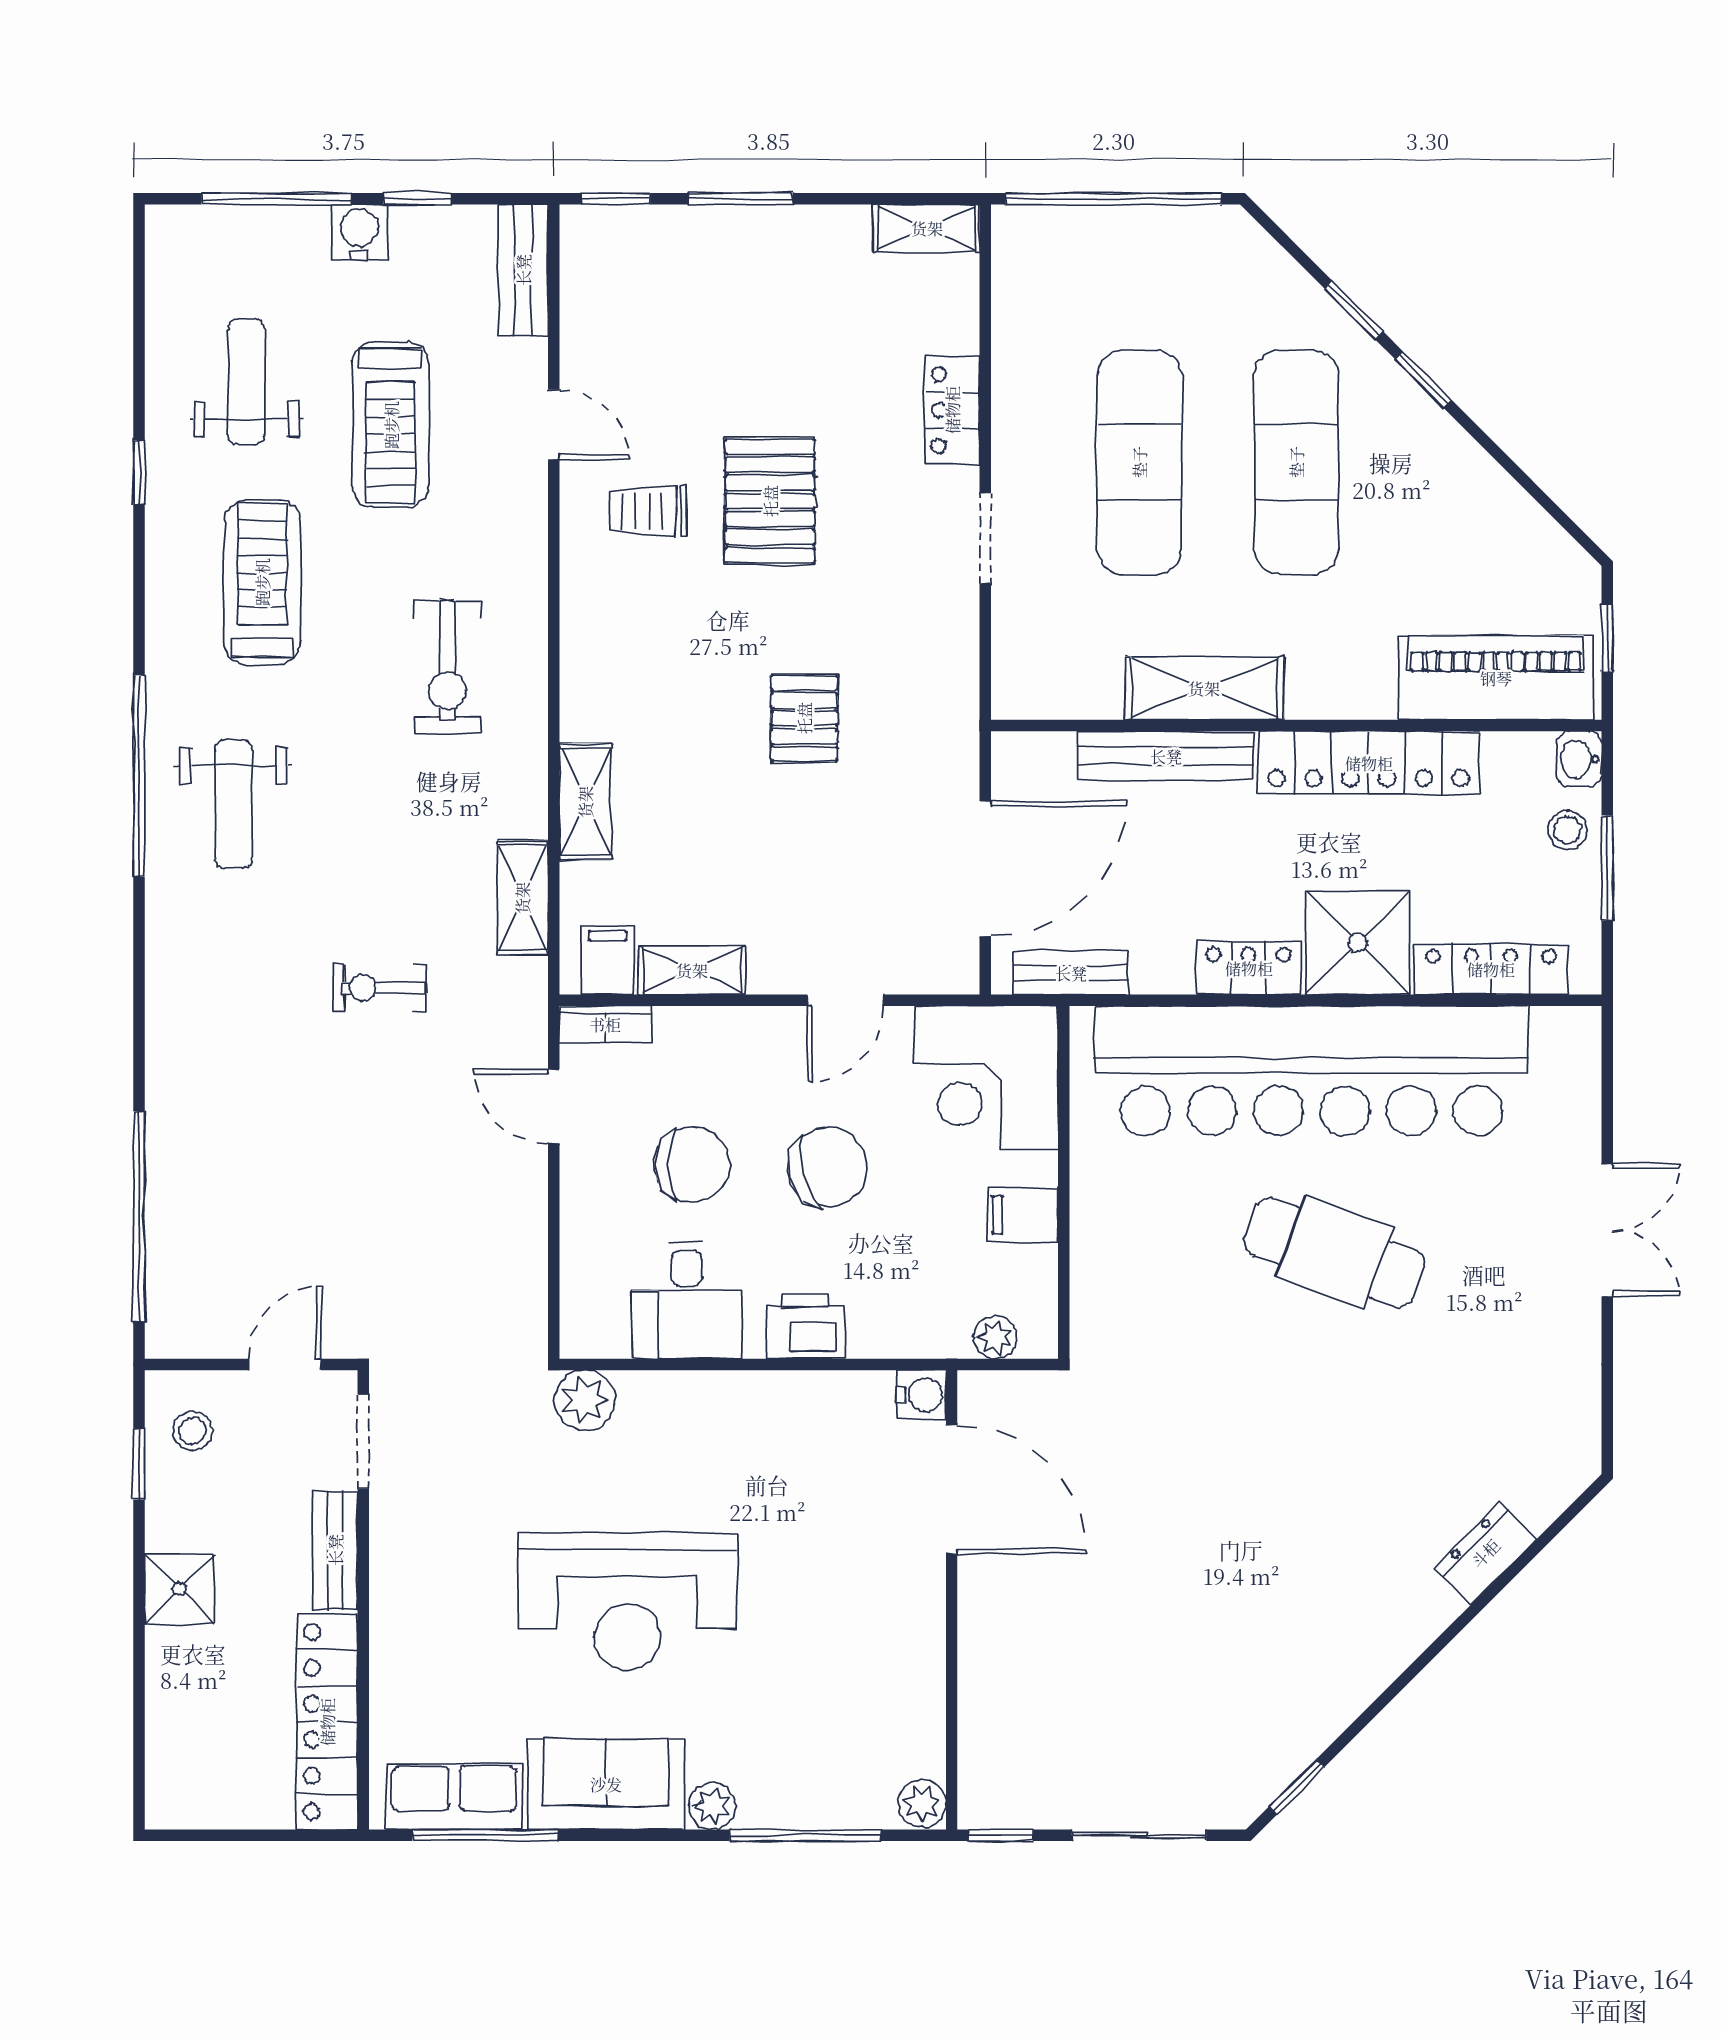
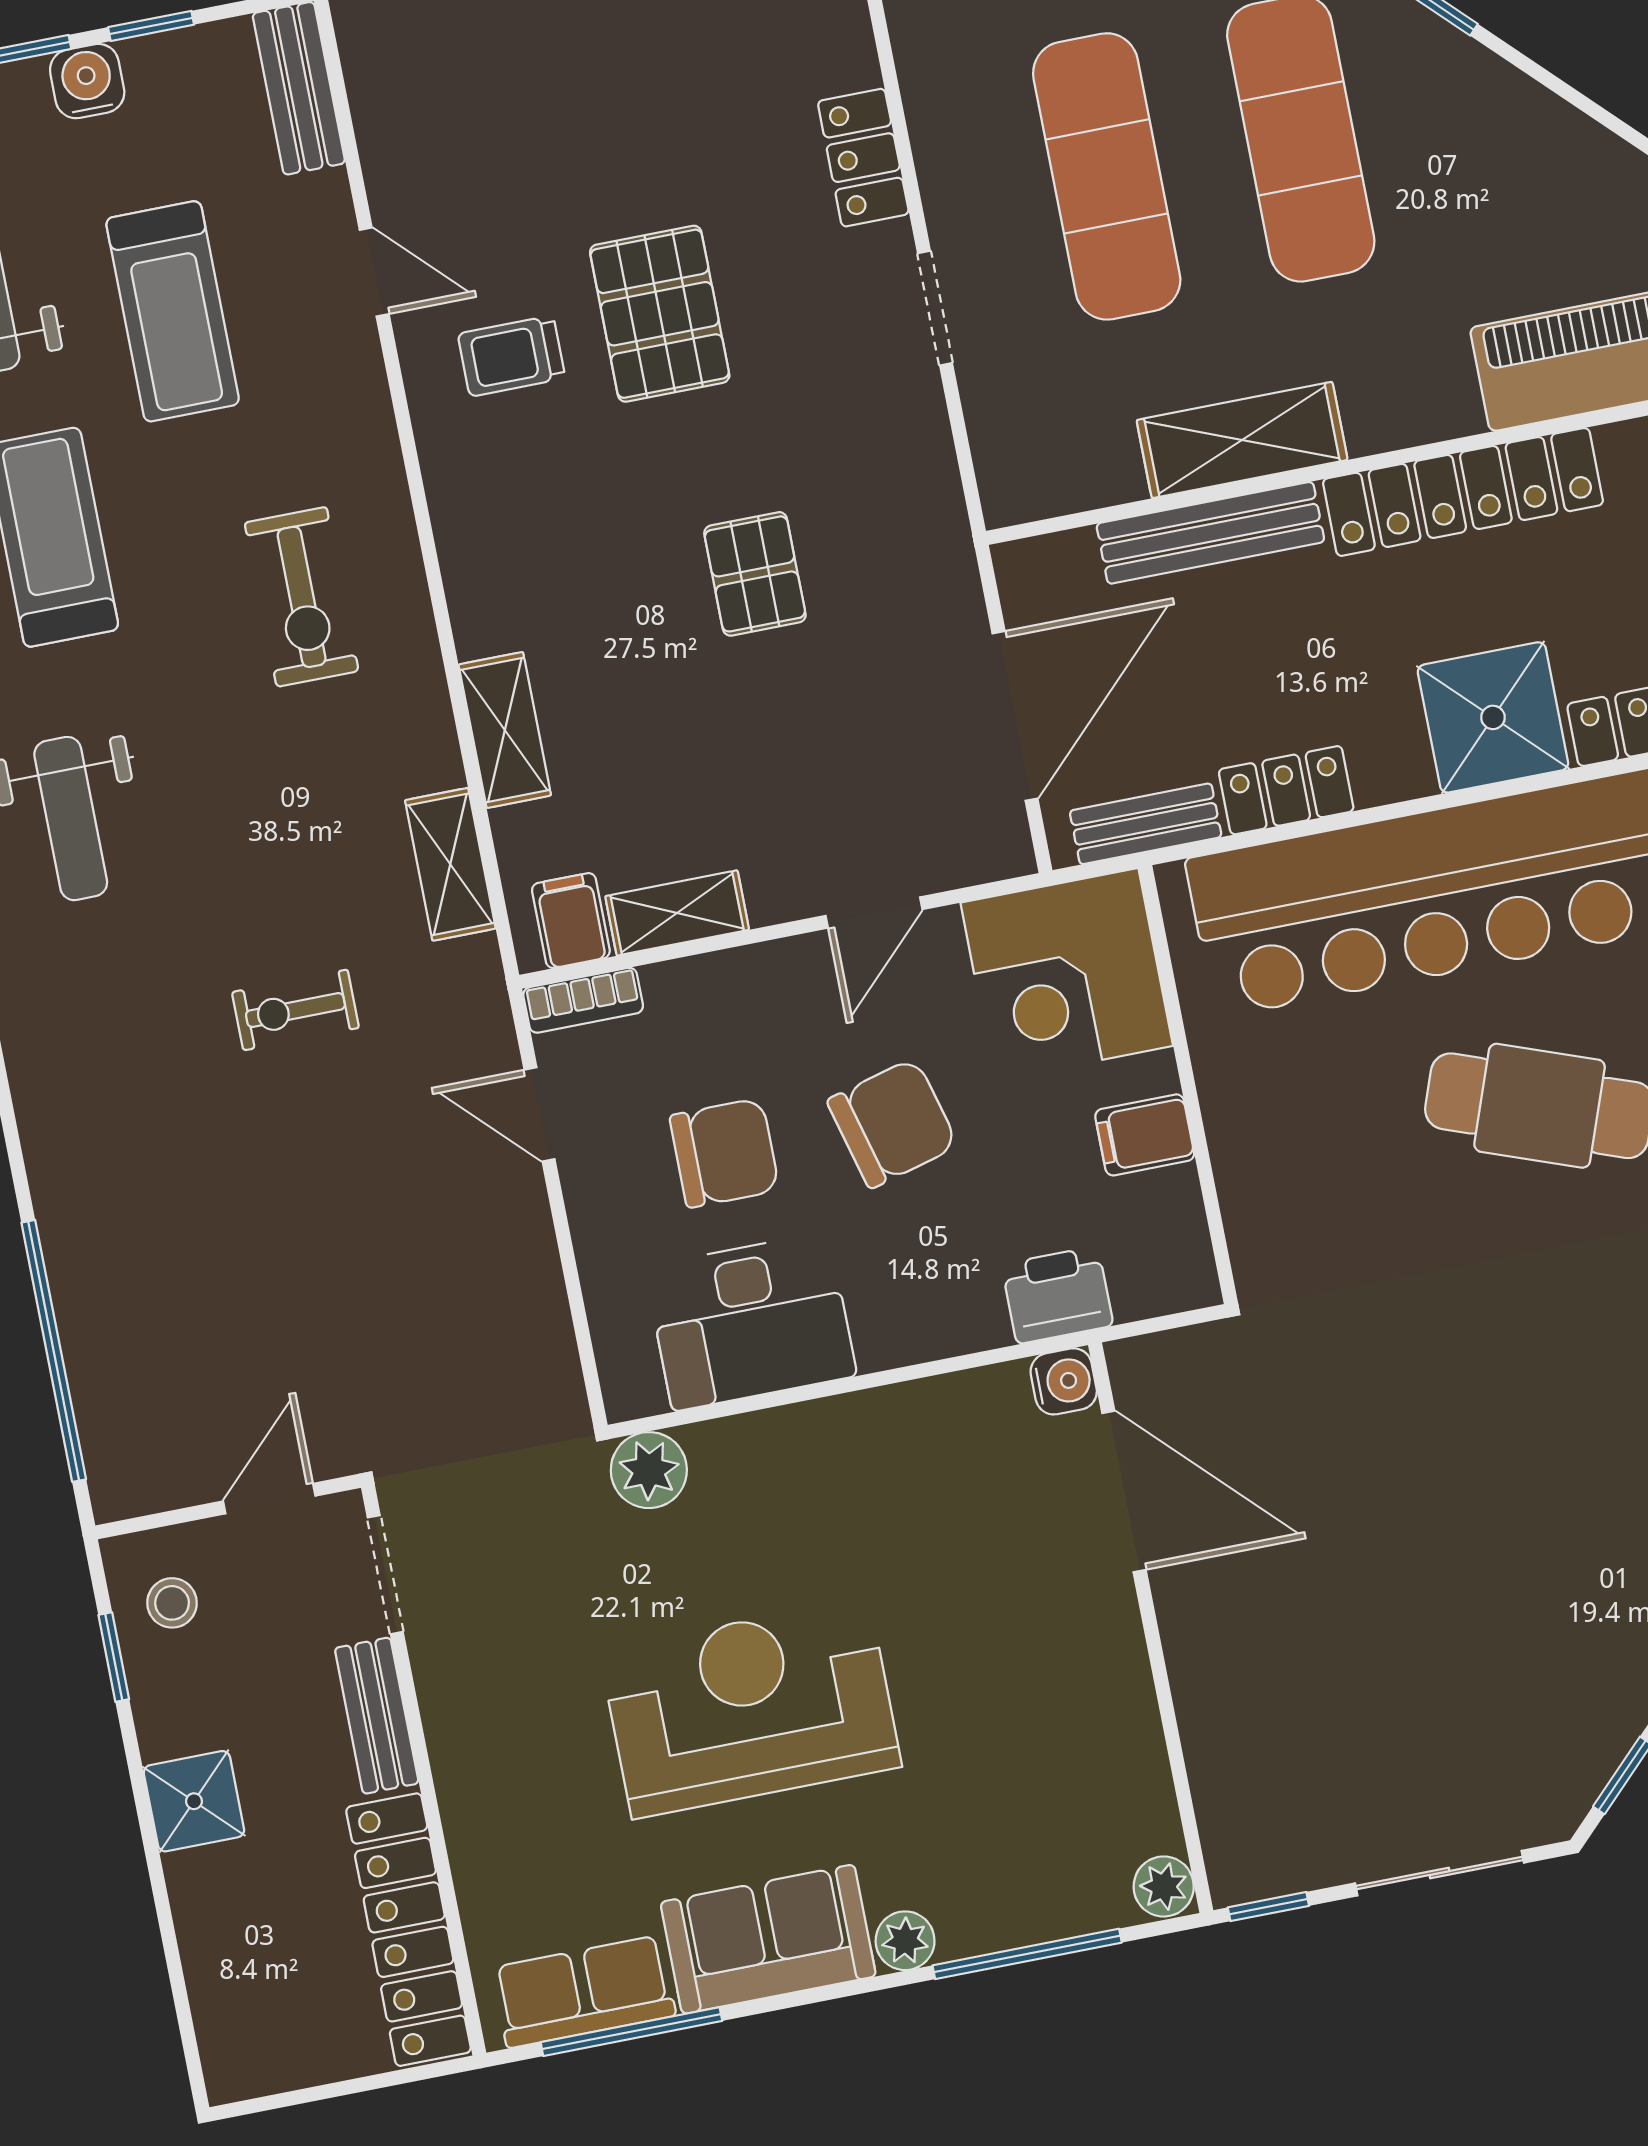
locker: (1249, 968) -> (1286, 790), moved
desk: (687, 1300) -> (751, 1321), width x1.37
printer: (805, 1326) -> (1057, 1295), moved
plant: (995, 1337) -> (1141, 1293), removed
reception desk: (627, 1601) -> (750, 1708), turned 180

